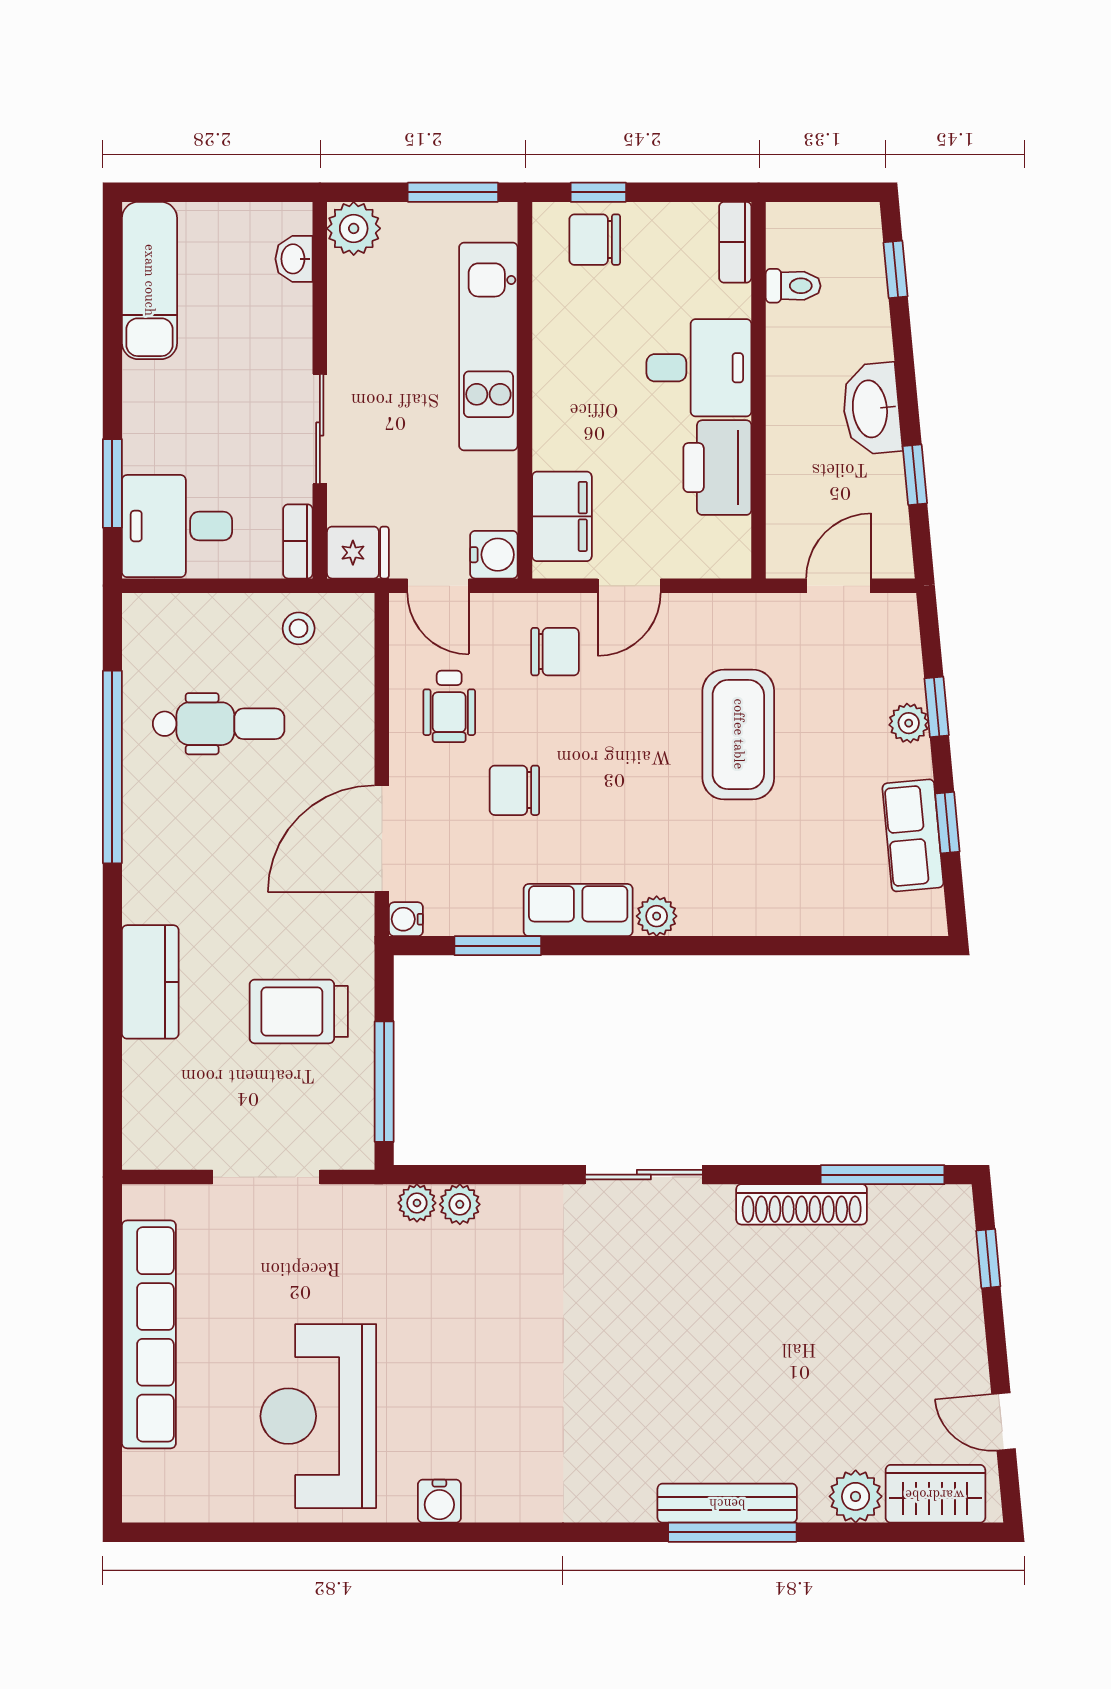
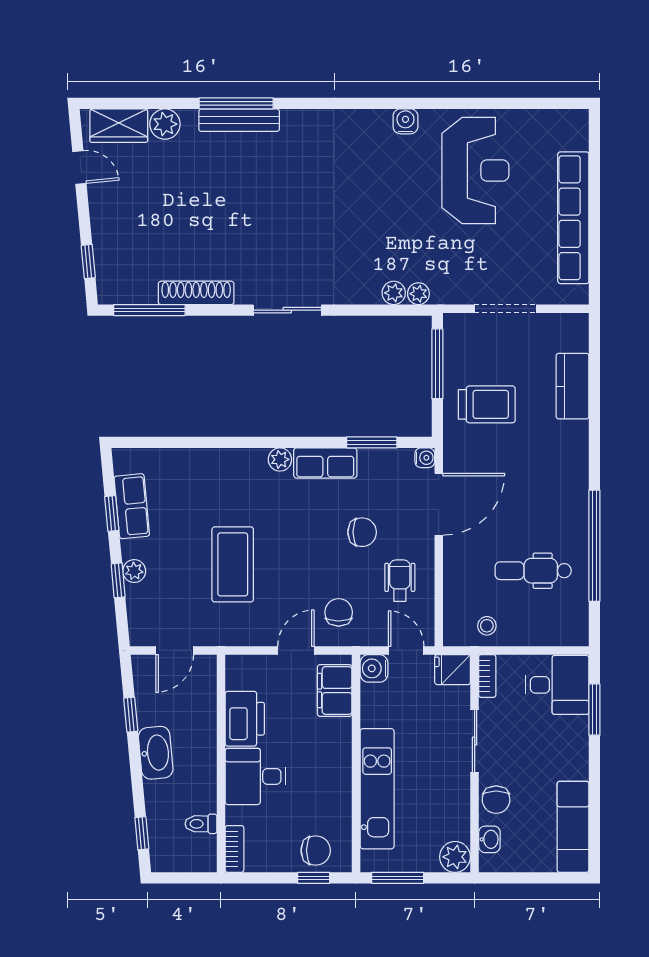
chair: (283, 328) -> (496, 800), added
chair: (555, 652) -> (339, 612), turned 90
kitchen counter: (150, 982) -> (573, 386), moved

